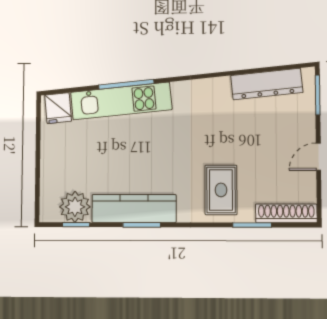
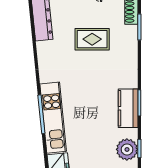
rug: (221, 190) -> (92, 39), moved
kitchen counter: (134, 208) -> (128, 108), width x0.67

